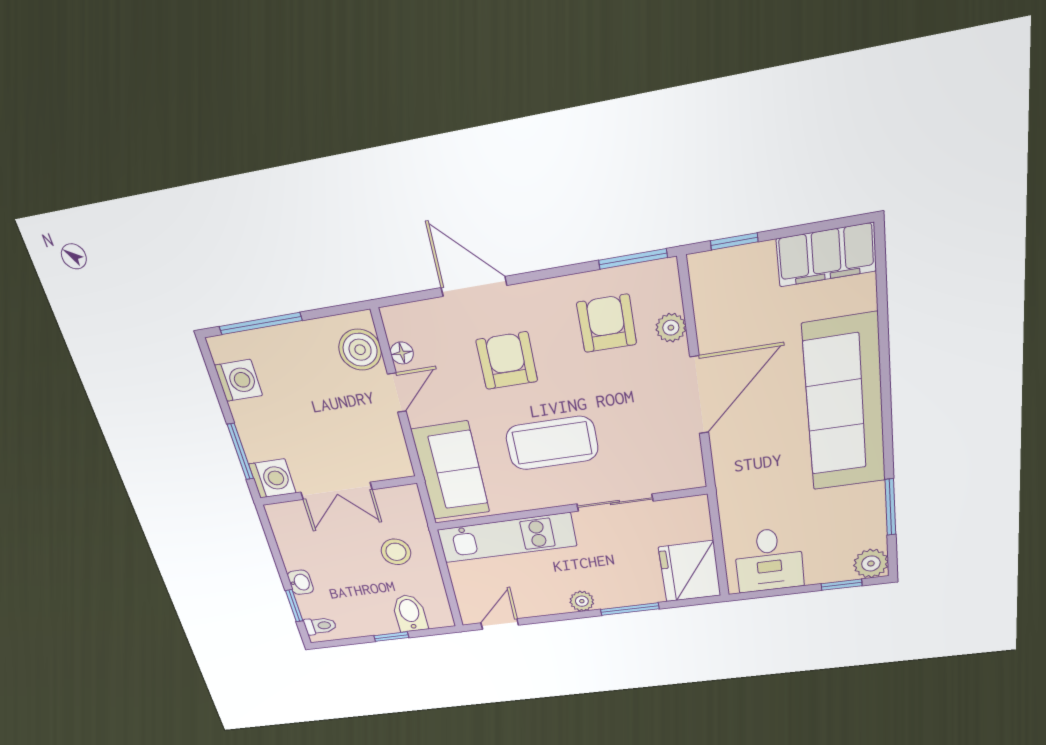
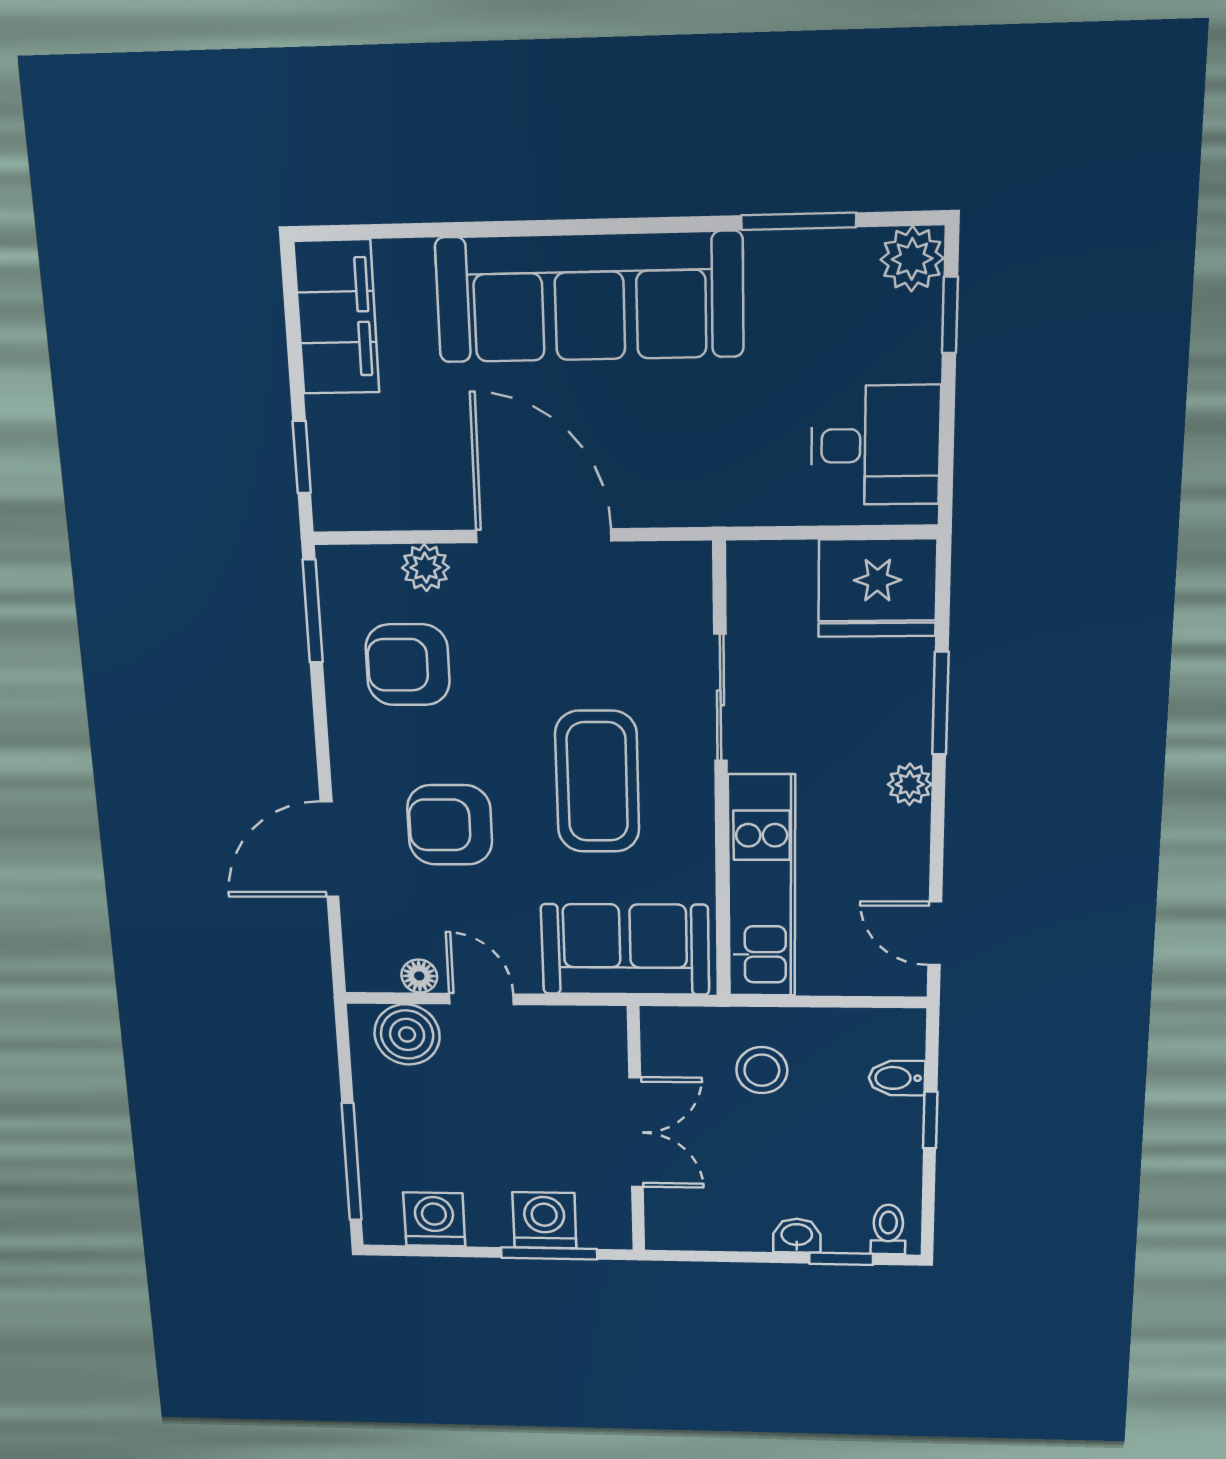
washing machine: (272, 478) -> (544, 1220), moved
bidet: (410, 613) -> (897, 1078), width x0.72, depth x0.74

